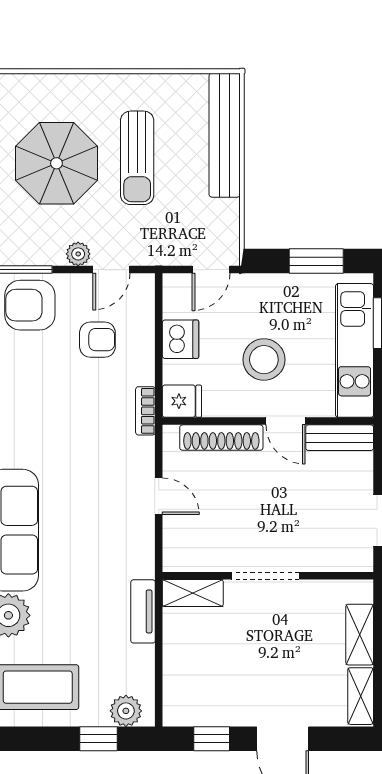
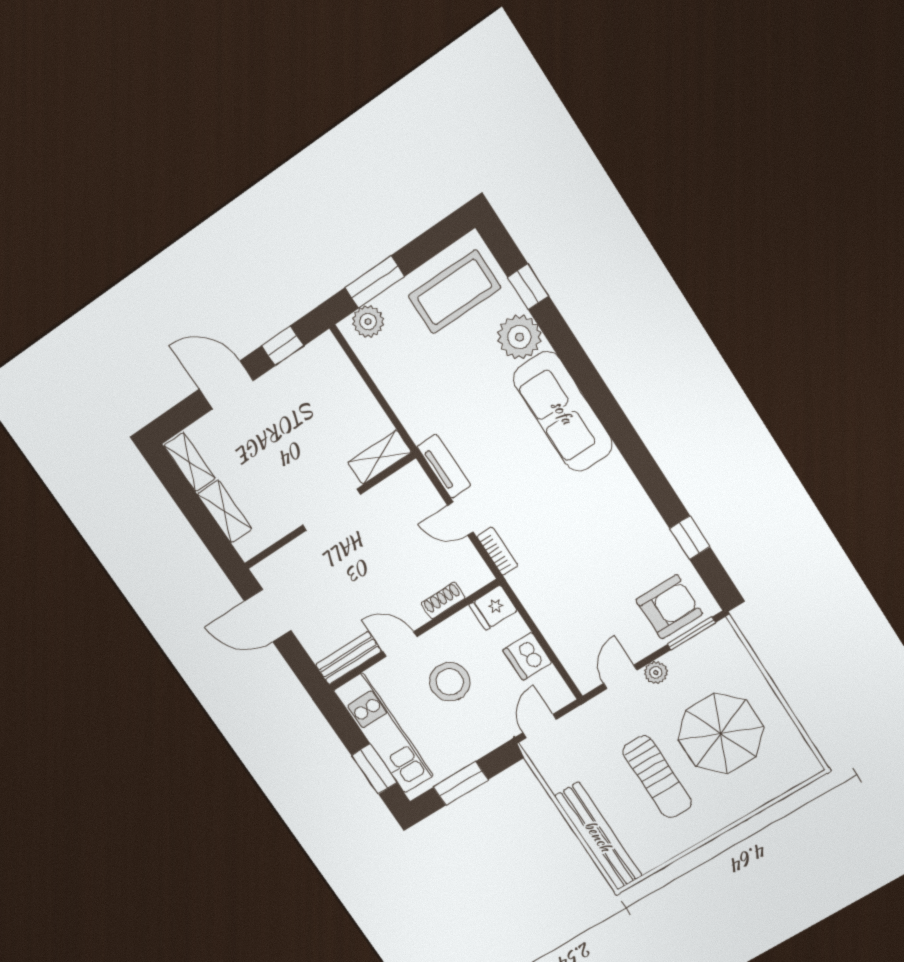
sun lounger: (137, 158) -> (657, 777), turned 180
armchair: (97, 340) -> (595, 614), removed
bookcase: (145, 411) -> (498, 551), moved
shoe rack: (221, 438) -> (443, 601), width x0.51, depth x0.81
tv unit: (143, 611) -> (444, 466), moved
window: (98, 739) -> (375, 282), width x1.50

